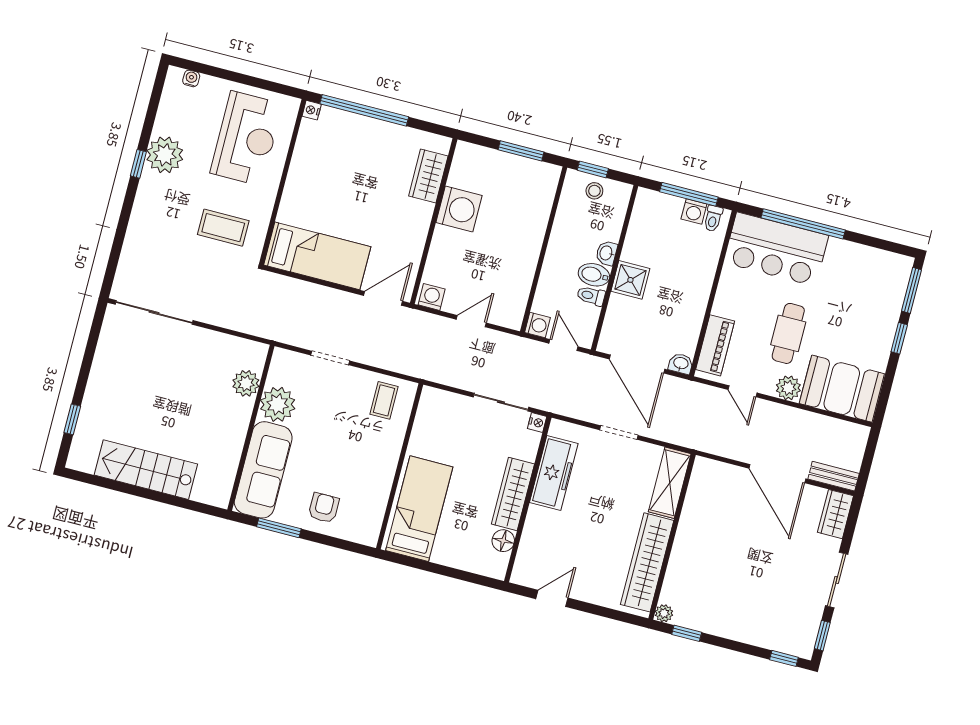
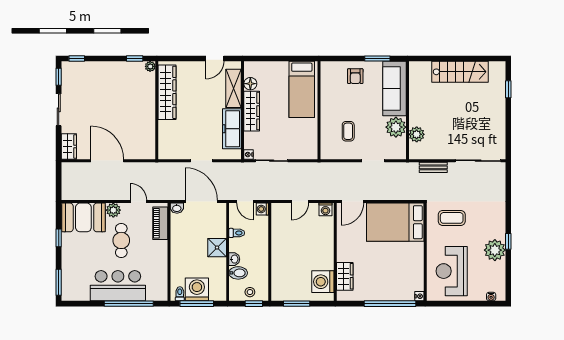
washing machine: (459, 209) -> (323, 282), moved
washing machine: (694, 211) -> (197, 289), width x1.89, depth x1.89
bar counter: (776, 249) -> (118, 286), moved
bed: (317, 256) -> (395, 222), width x1.50
bidet: (594, 275) -> (238, 273), moved
window: (899, 338) -> (59, 238), moved
coffee table: (384, 400) -> (348, 131), moved
bench: (834, 476) -> (433, 167), moved
shelving: (670, 483) -> (234, 88), moved

